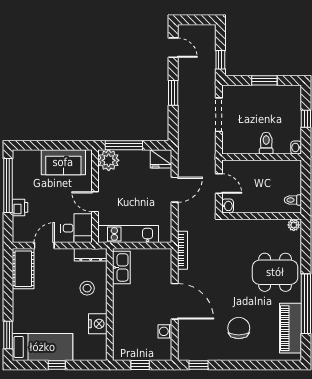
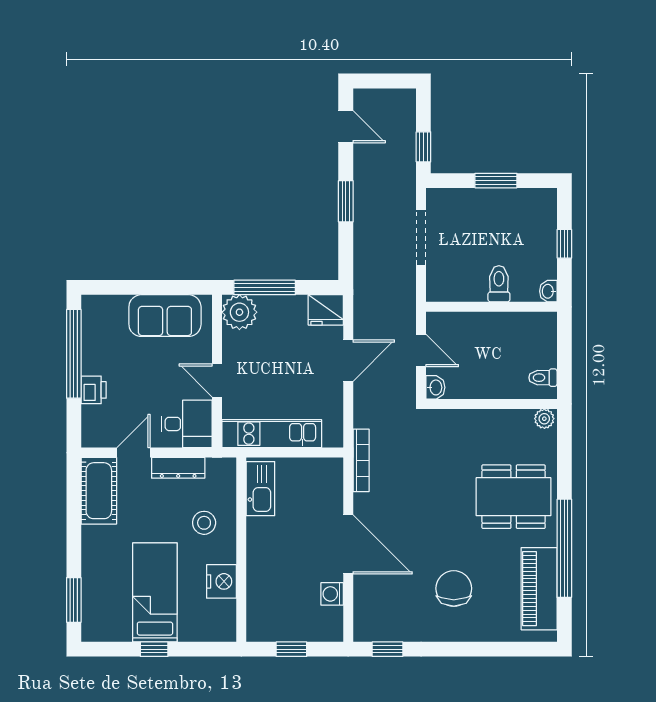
dresser: (91, 255) -> (178, 468), moved
bed: (42, 347) -> (155, 592), moved, turned -90

